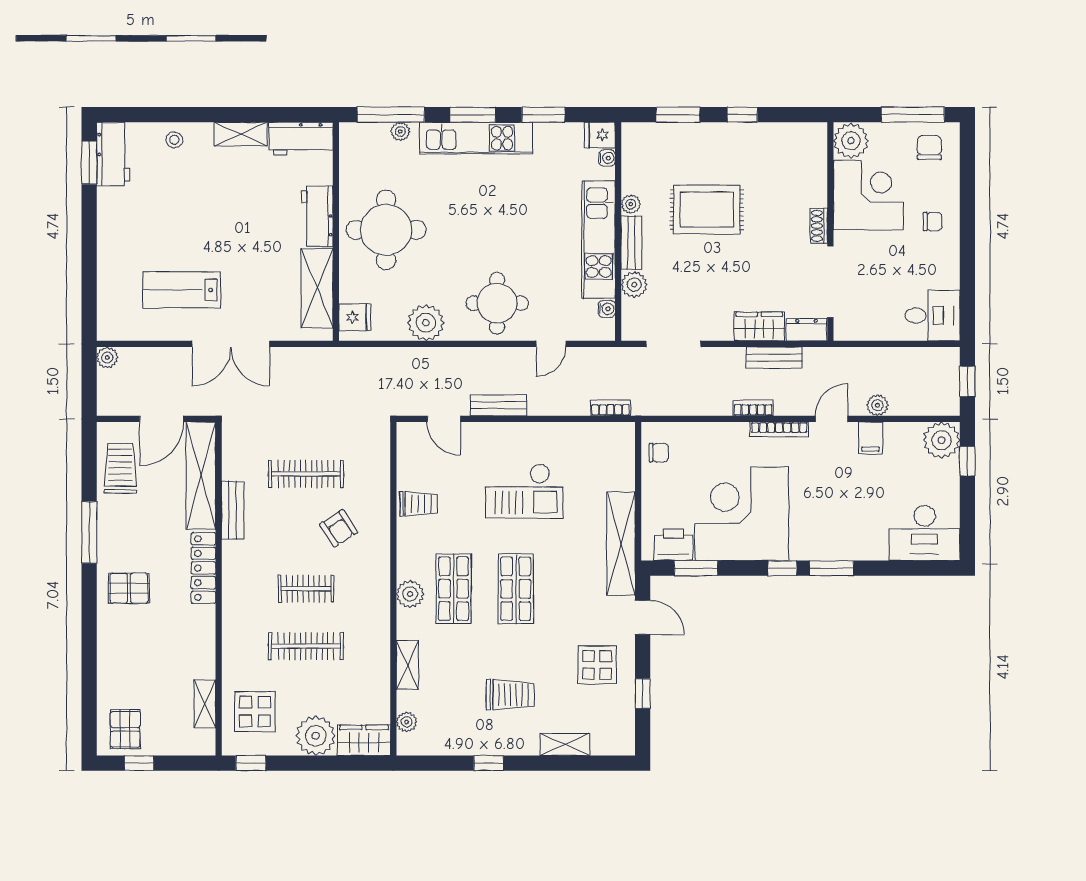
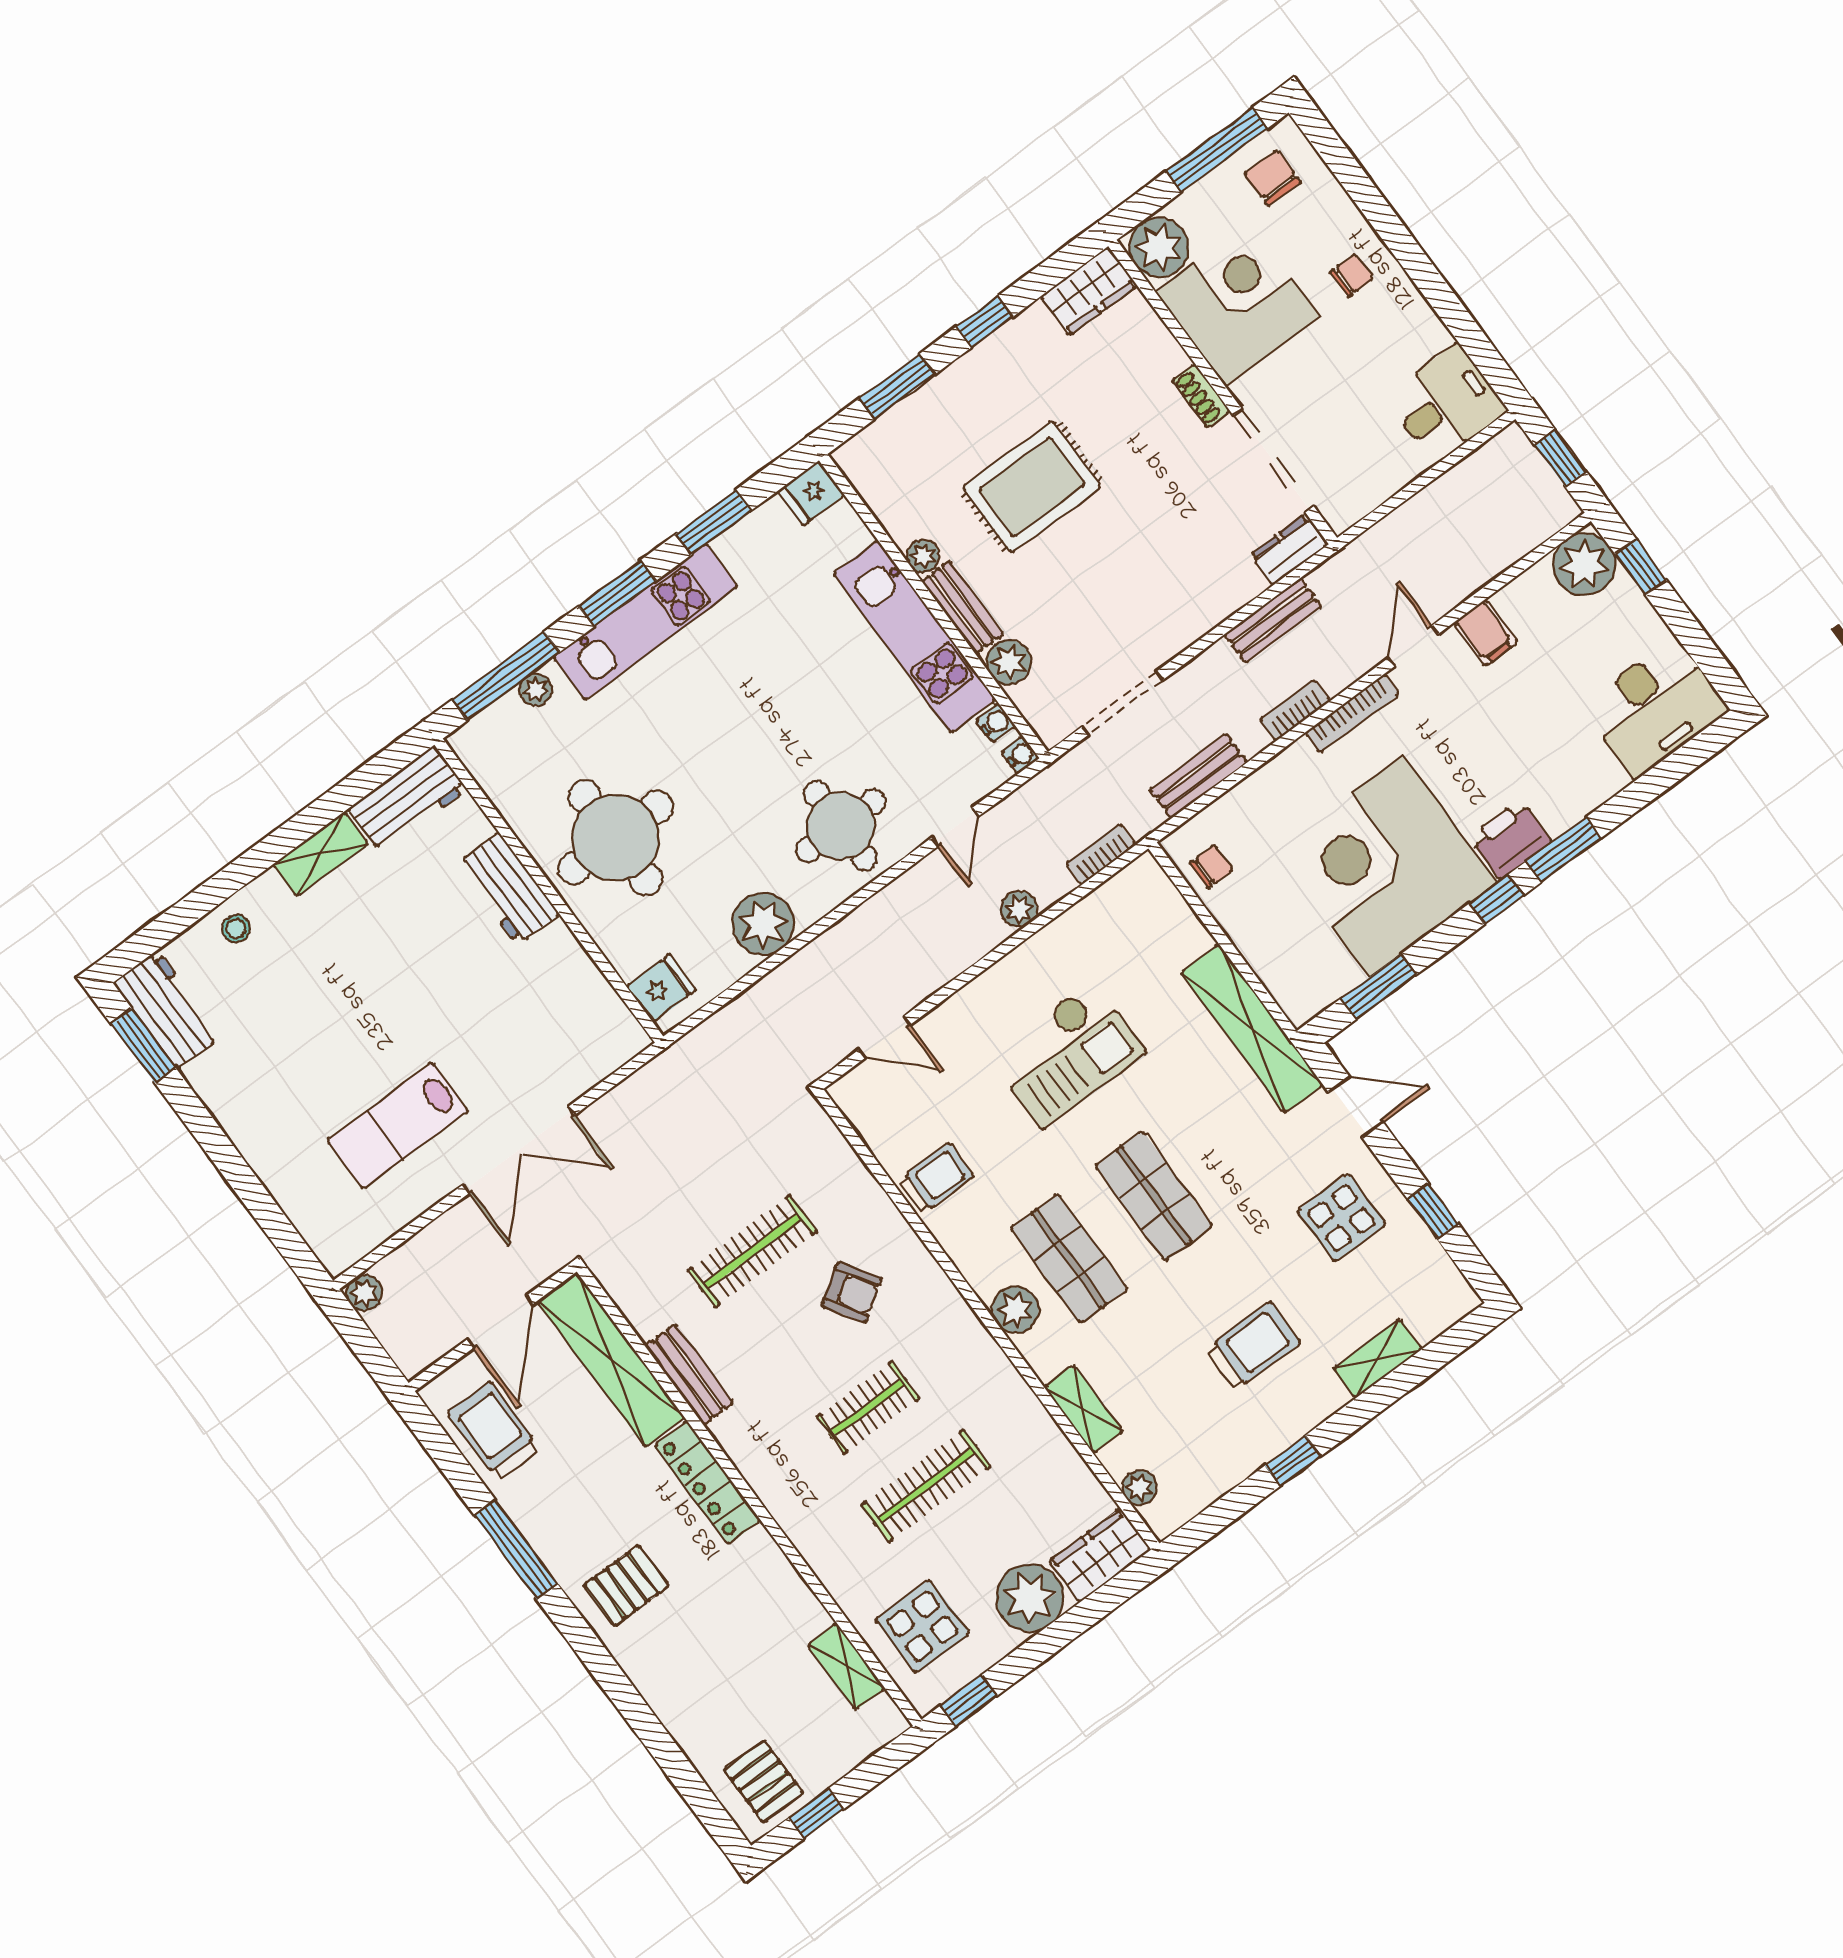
water cooler: (607, 158) -> (1020, 755), moved
shelving: (317, 288) -> (580, 987), removed
wardrobe: (759, 326) -> (1089, 291), moved, turned 180
bench: (499, 405) -> (1199, 776), moved
plant: (877, 405) -> (1019, 909), moved
printer: (673, 545) -> (1510, 839), moved

